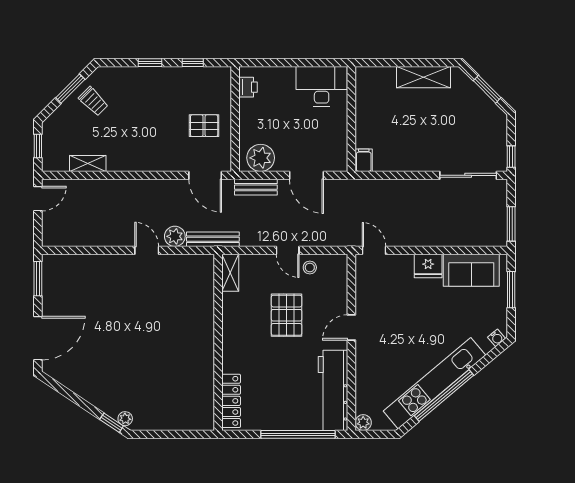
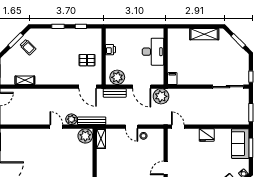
desk: (322, 86) -> (153, 52), moved, turned 90
printer: (248, 87) -> (110, 50), moved
plant: (343, 193) -> (161, 96), added
plant: (201, 268) -> (85, 136), added
sofa: (471, 270) -> (240, 144), moved, turned 90
pallet: (287, 315) -> (131, 161), removed

